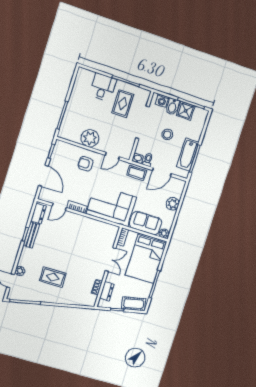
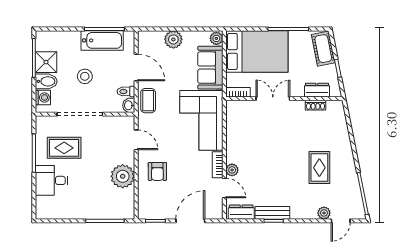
plant: (70, 216) -> (232, 170), added

